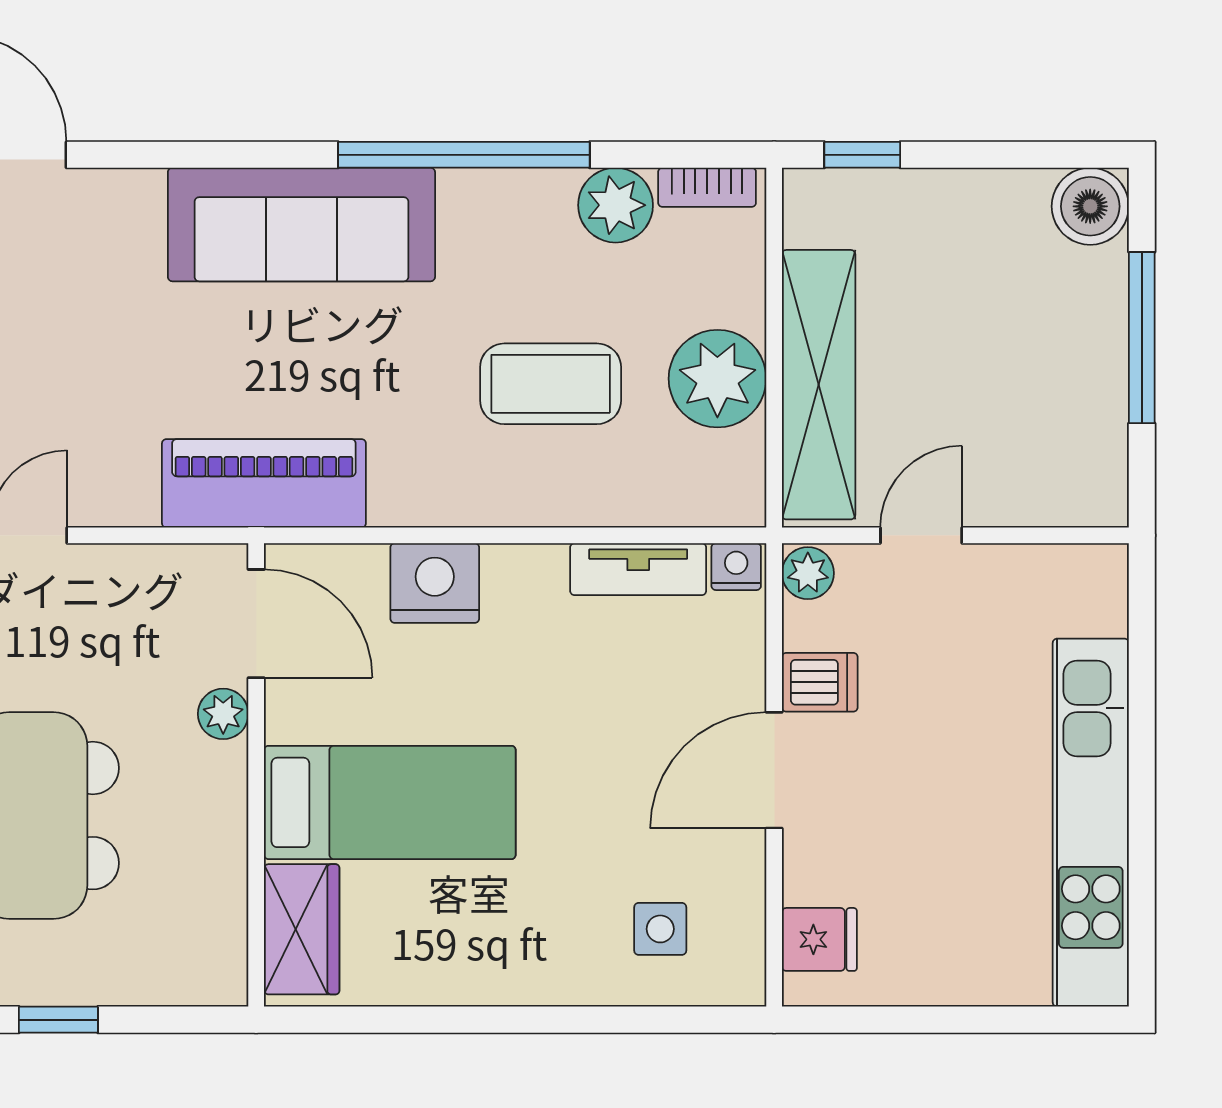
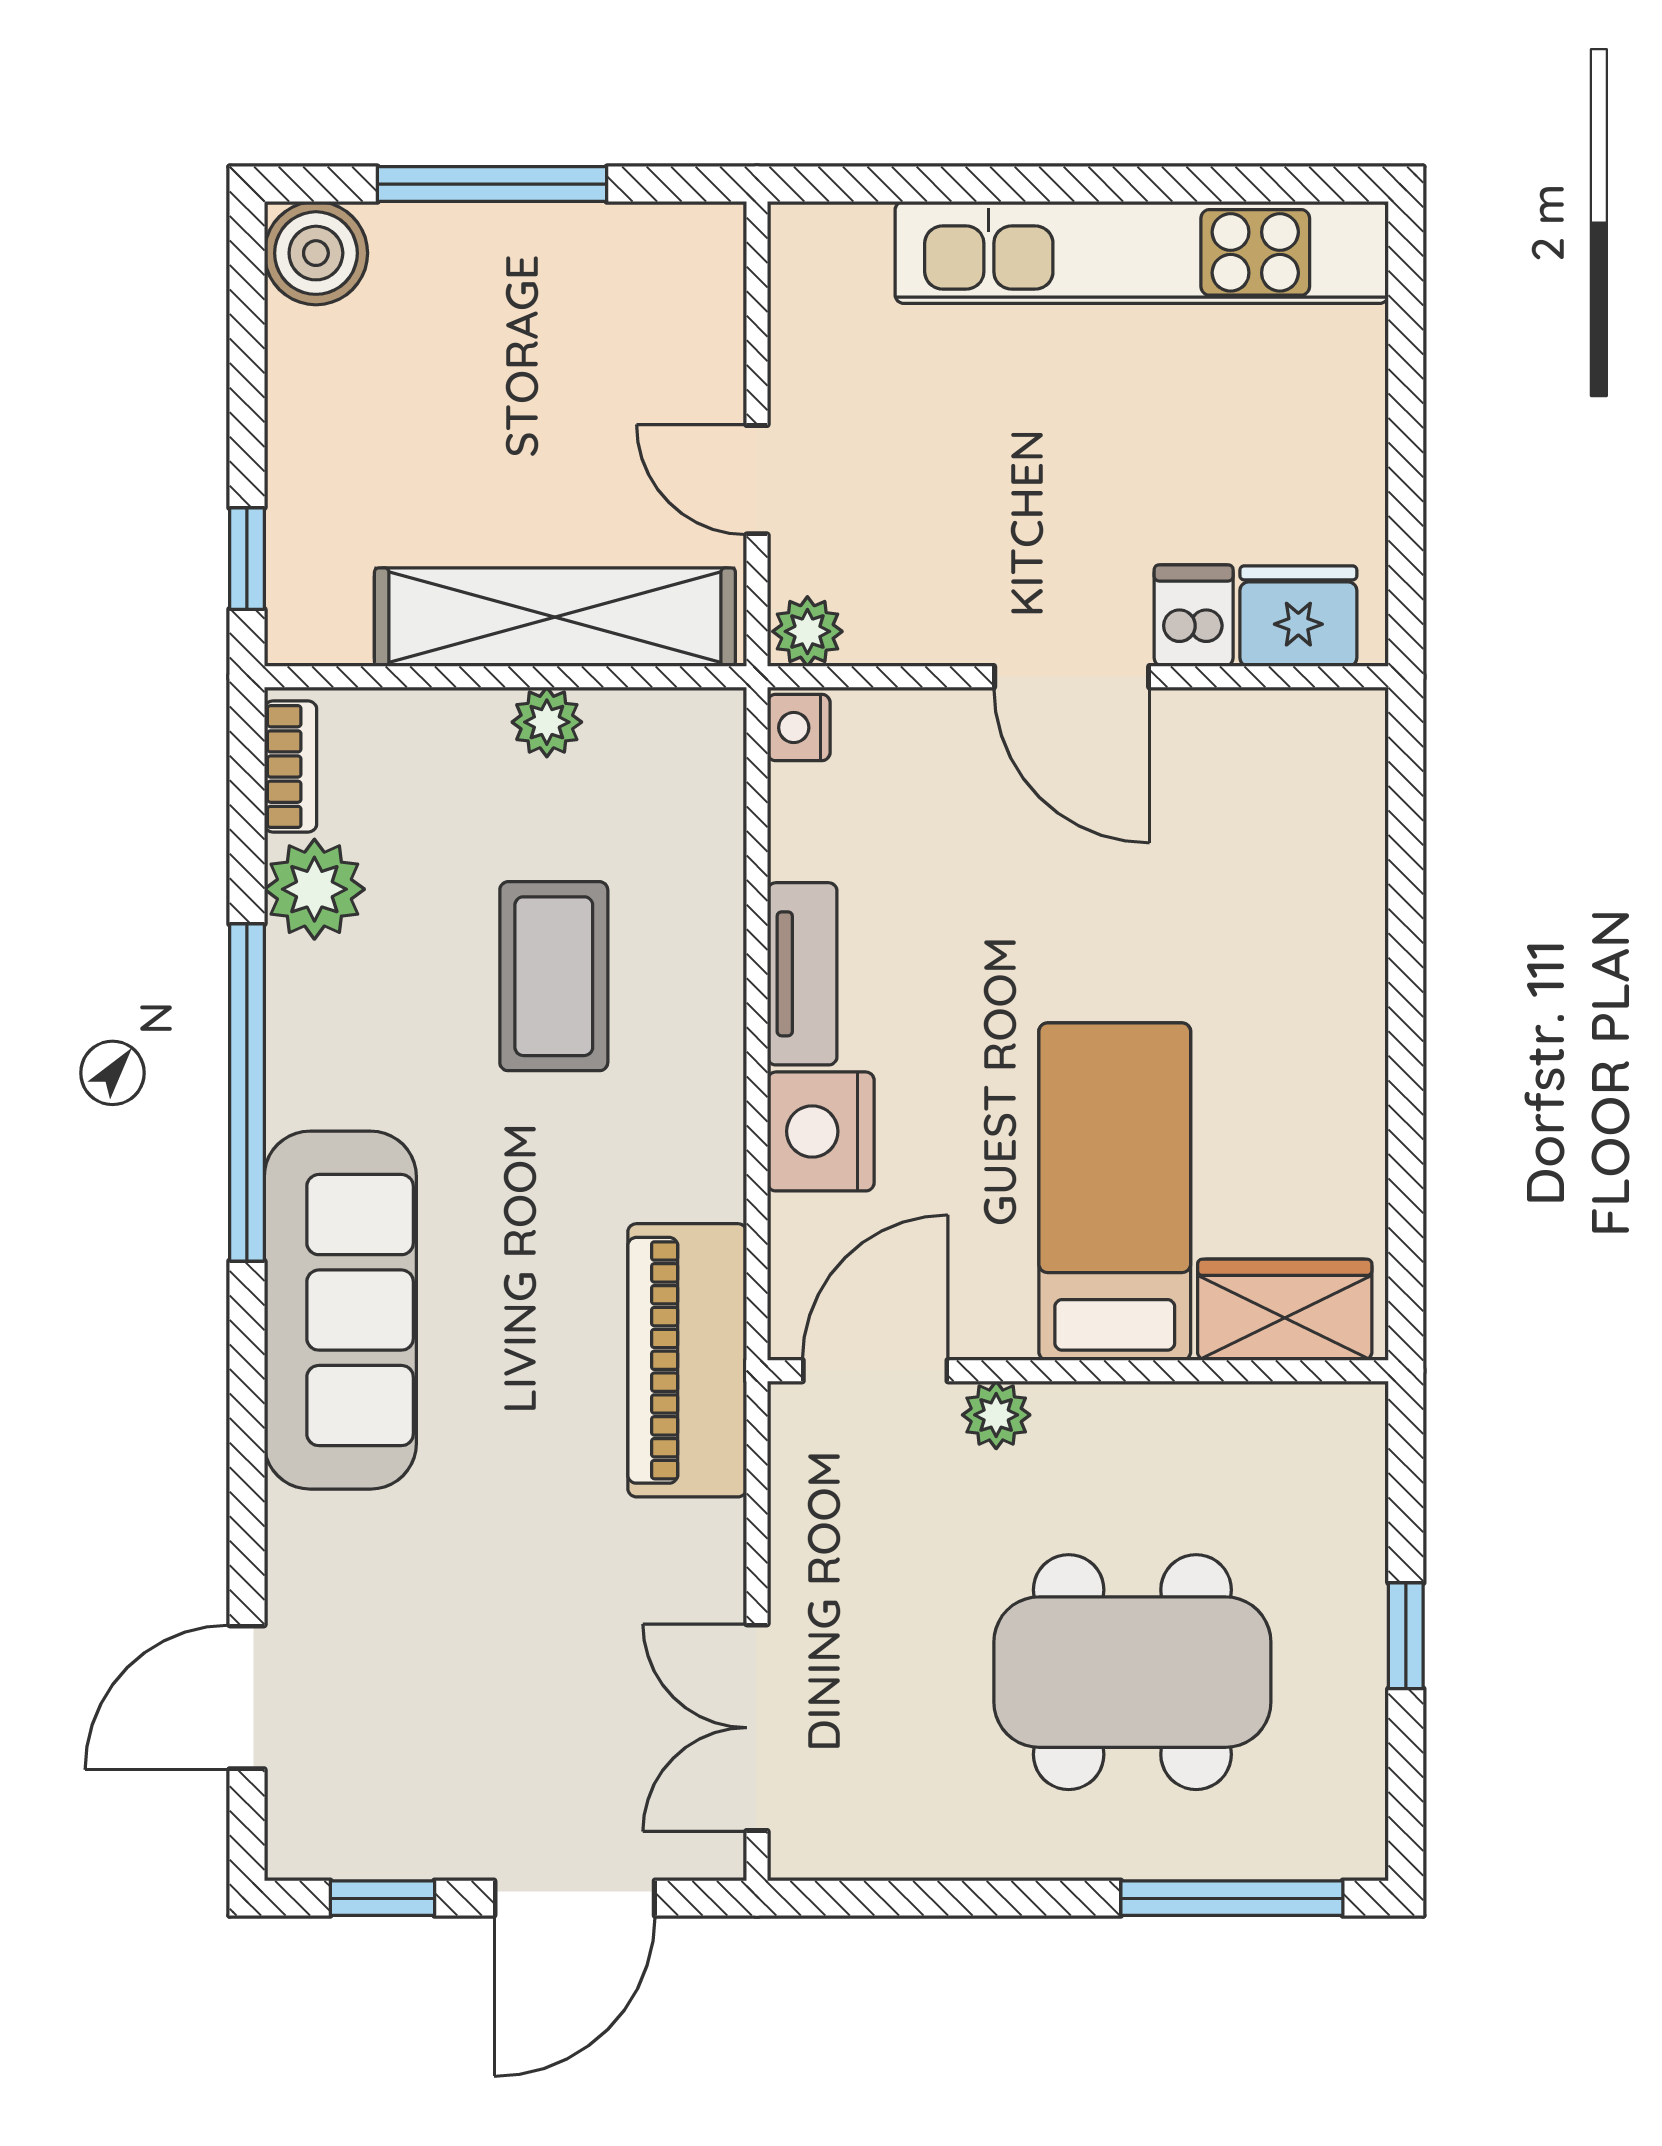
plant: (717, 379) -> (547, 722), width x0.53, depth x0.53
tv unit: (638, 569) -> (802, 974), moved
dishwasher: (820, 682) -> (1194, 616), moved
side table: (660, 929) -> (1284, 829), removed
fridge: (819, 939) -> (1298, 616), width x1.38

